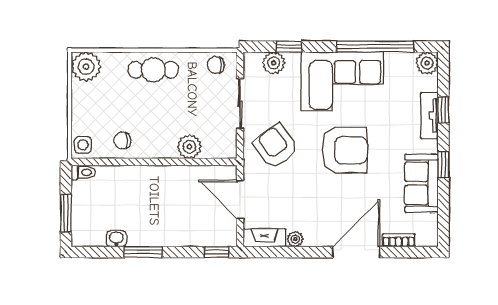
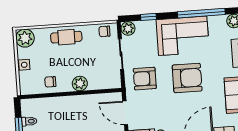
plant: (274, 63) -> (128, 29), moved
side table: (83, 145) -> (24, 65), moved
armchair: (276, 146) -> (145, 79), turned -53
plant: (189, 147) -> (80, 84), moved
toilet: (83, 172) -> (29, 121), moved

